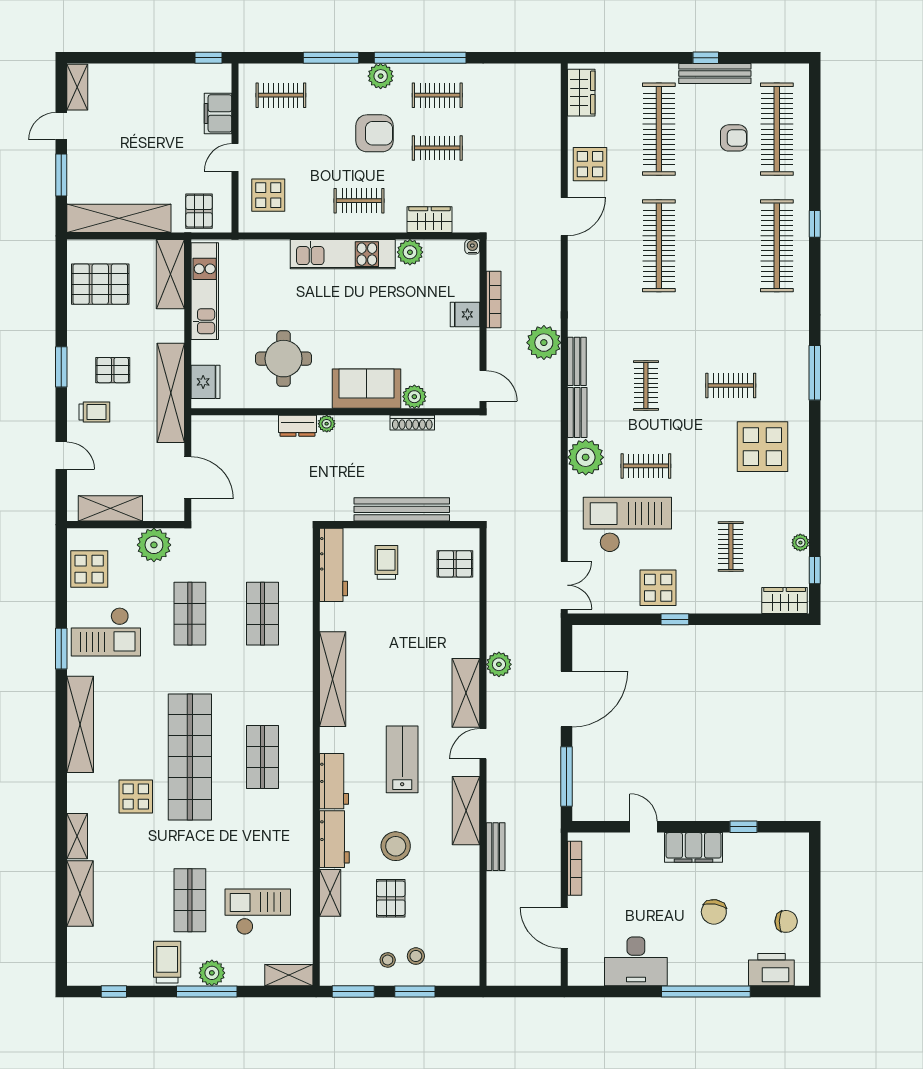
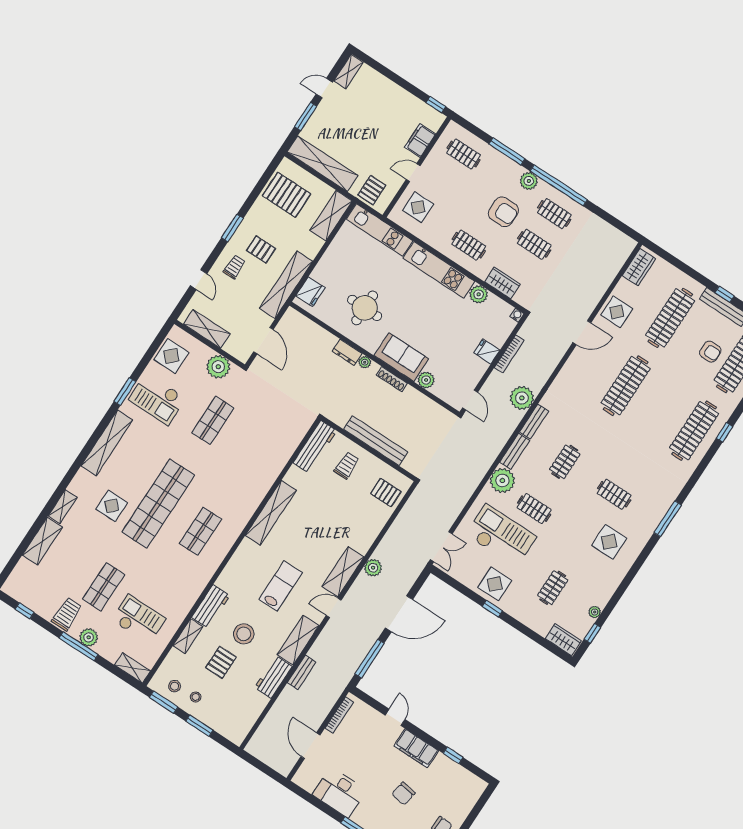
kitchen unit: (205, 291) -> (380, 230), moved, turned 90
trolley: (94, 412) -> (234, 267), turned -90
shoe rack: (412, 423) -> (392, 379), moved
display table: (762, 447) -> (609, 542), width x0.73, depth x0.73
shop shelf: (262, 614) -> (255, 448), removed
workbench: (334, 781) -> (273, 677), moved, turned 180
stool: (416, 956) -> (175, 686), moved

